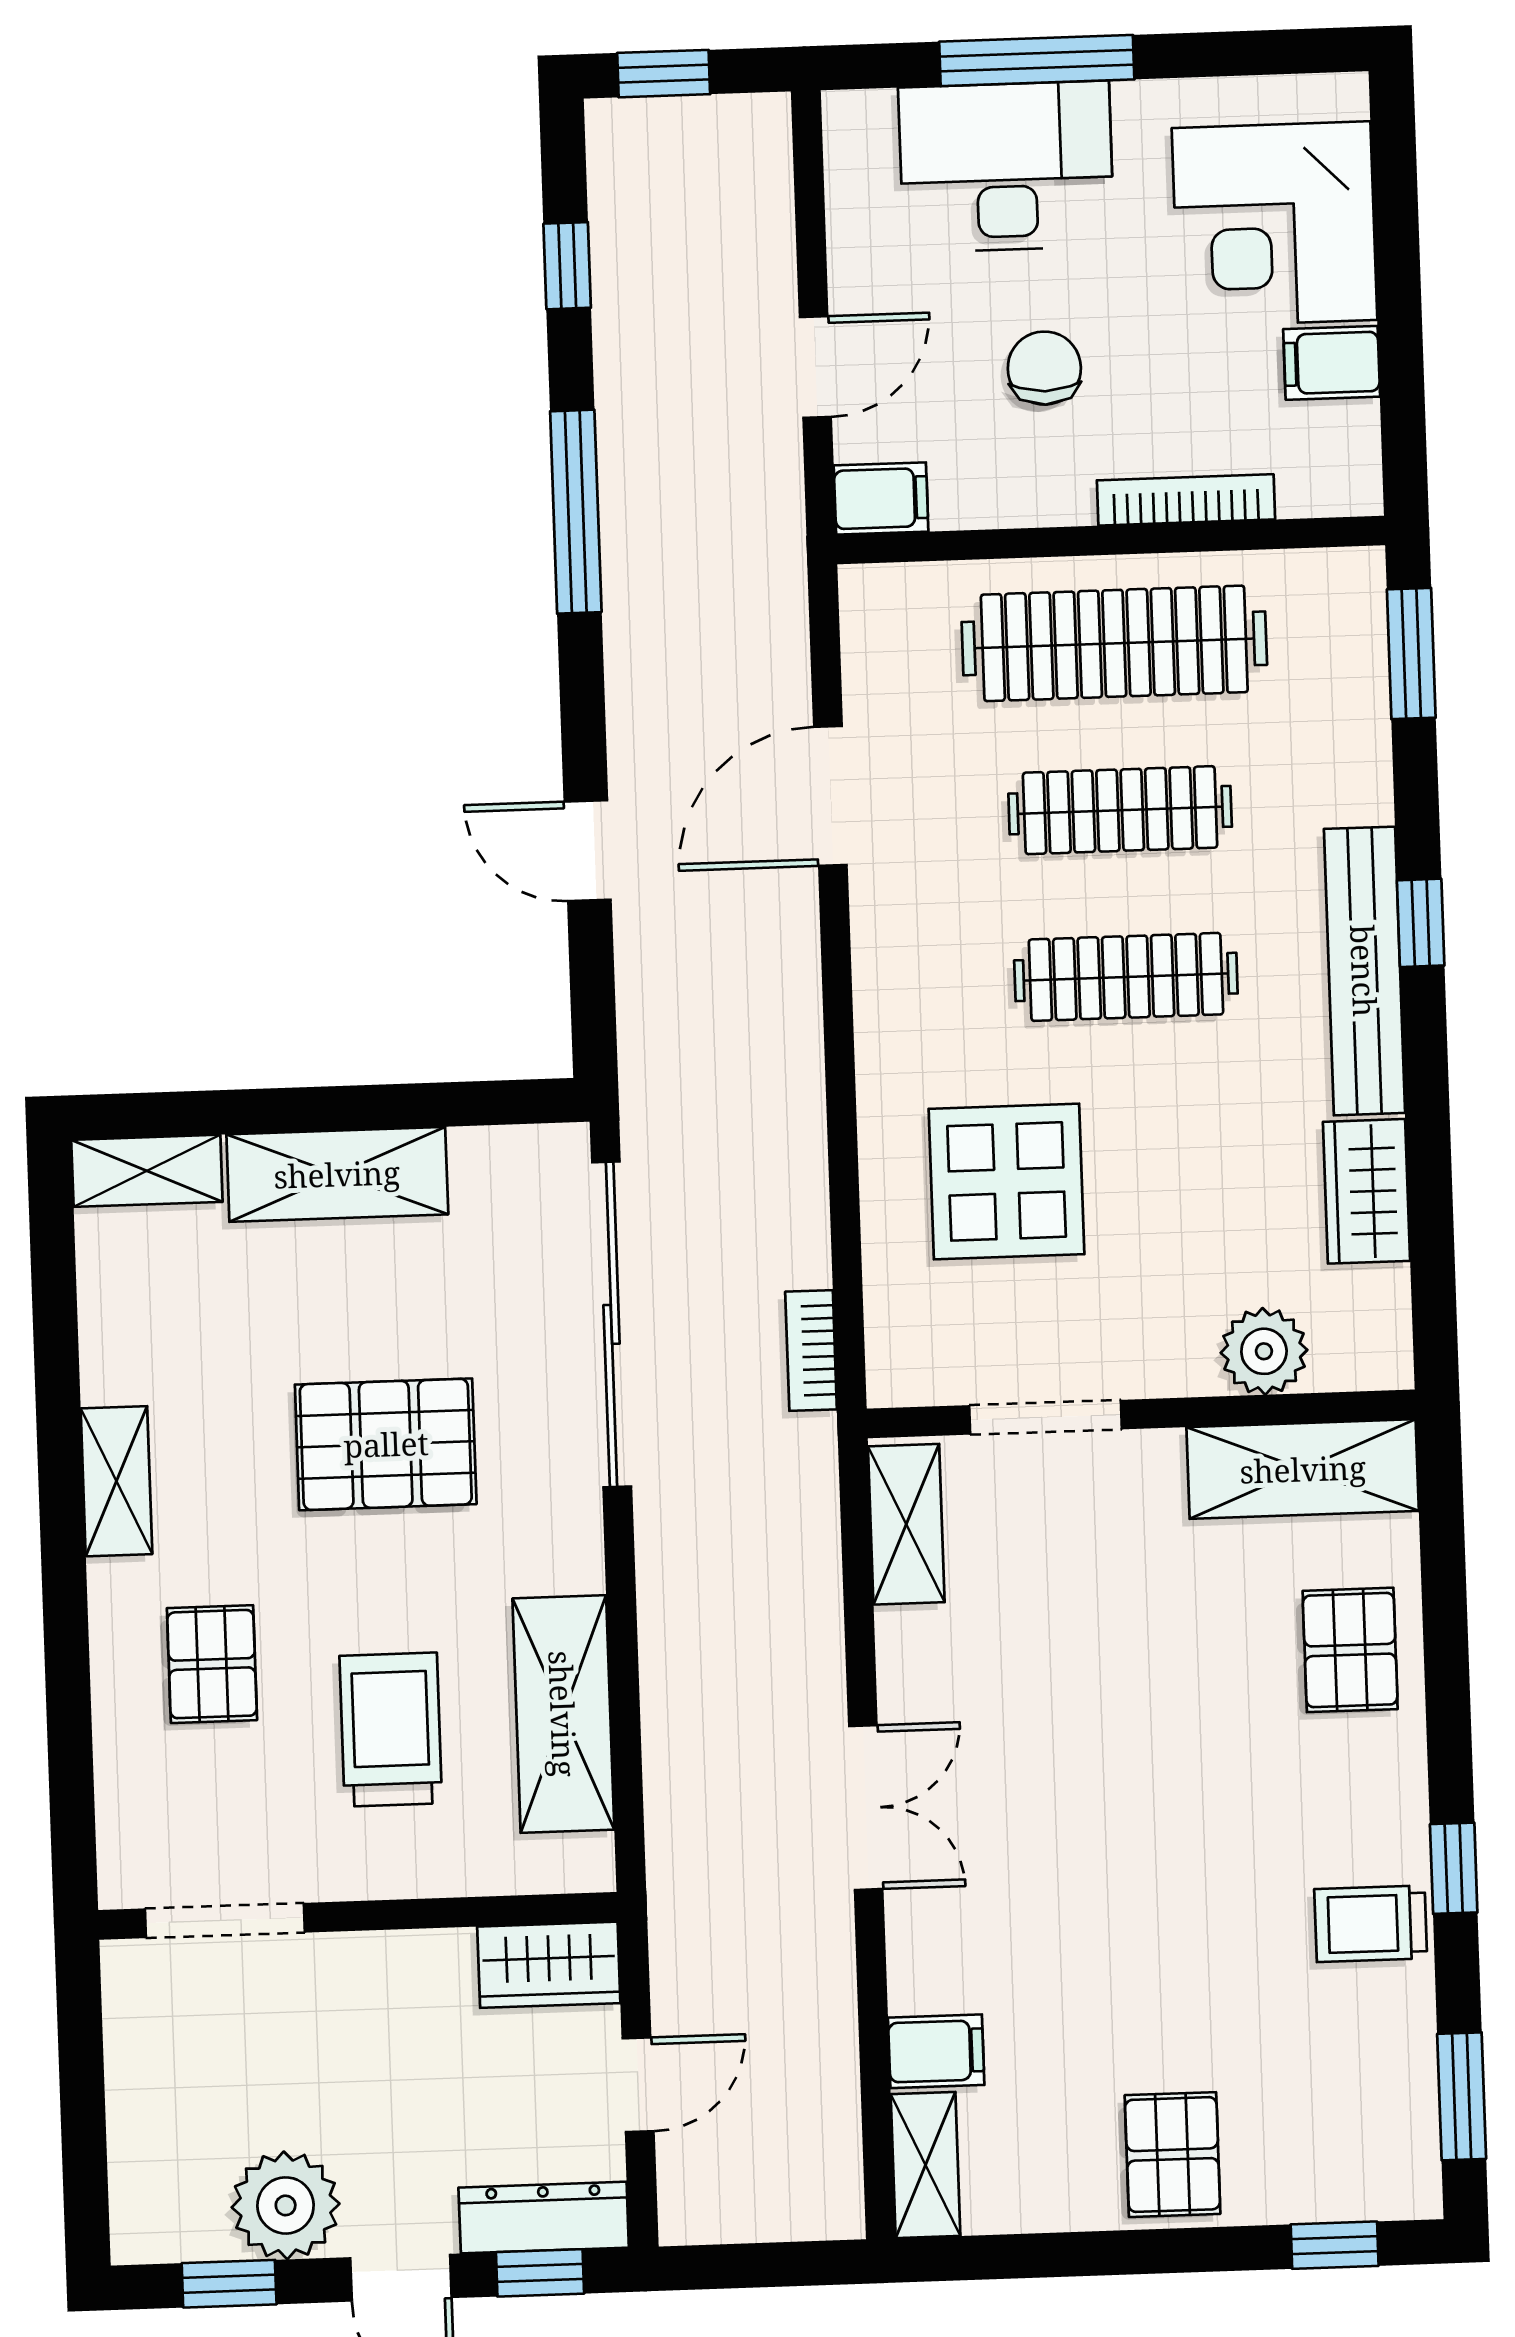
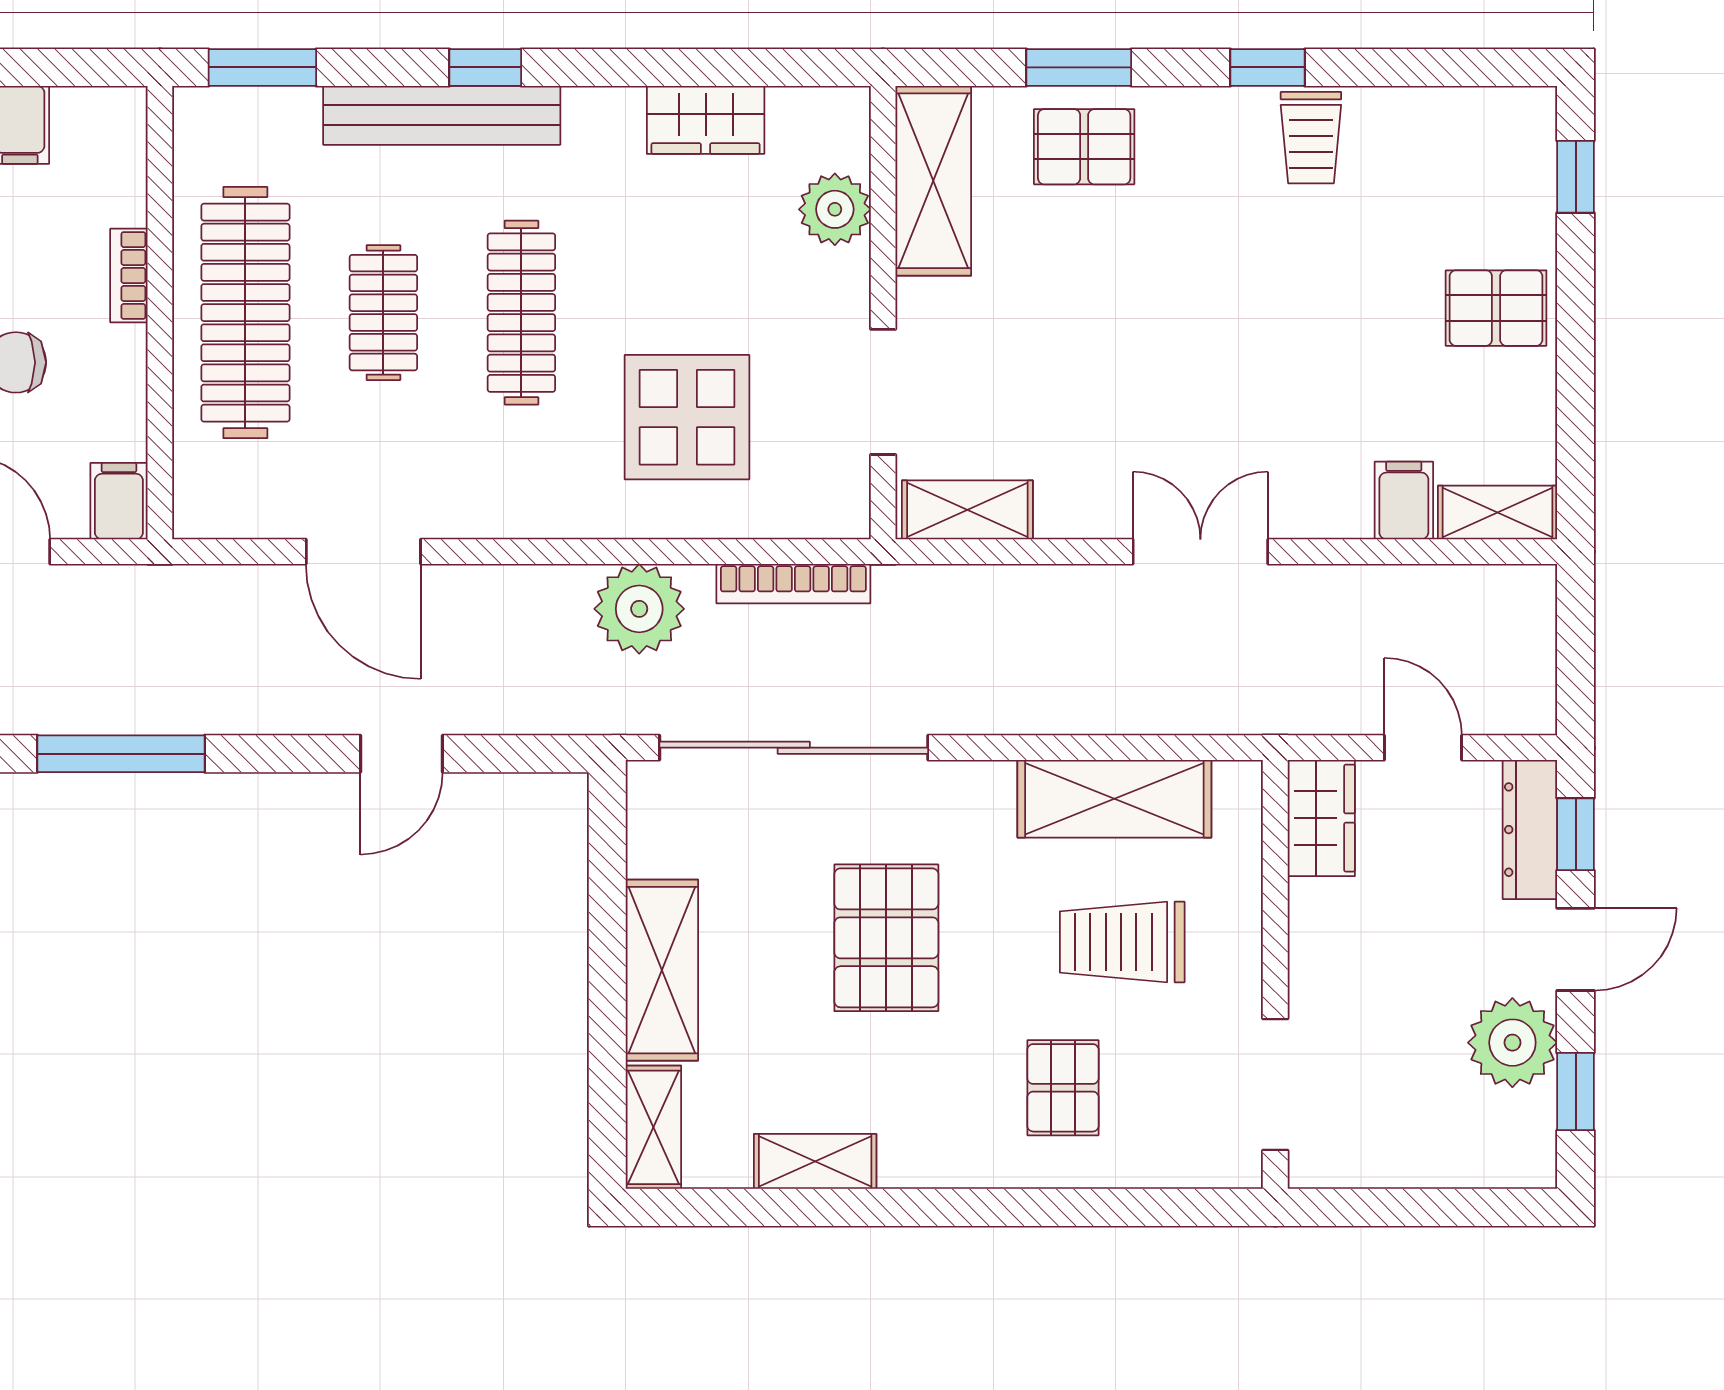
bookcase: (1186, 500) -> (129, 276), width x0.64
clothes rail: (1120, 810) -> (383, 313), width x0.73
bench: (1364, 971) -> (442, 115), moved
plant: (773, 1132) -> (639, 609), added
bookcase: (811, 1351) -> (793, 584), width x1.56
shelving: (116, 1481) -> (815, 1161), moved
pallet: (212, 1664) -> (1063, 1088), turned 90
window: (1462, 2096) -> (1079, 67), moved

